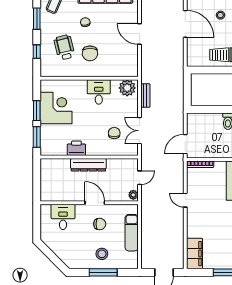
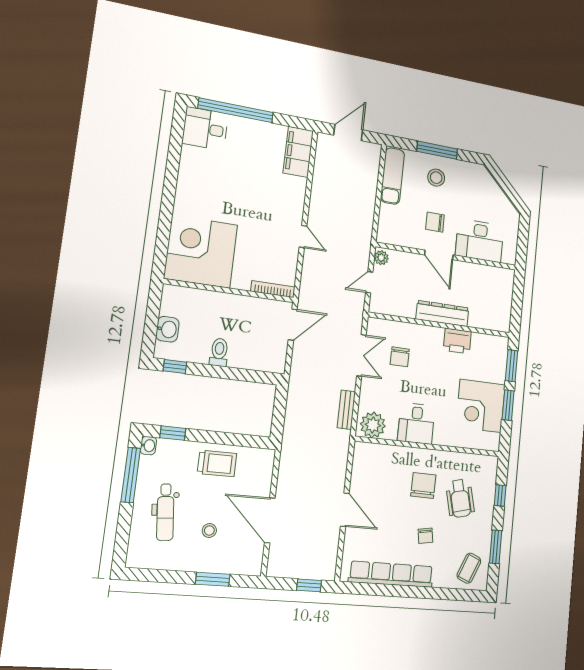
desk: (63, 217) -> (480, 241), width x1.37
exam couch: (132, 233) -> (392, 176), moved

